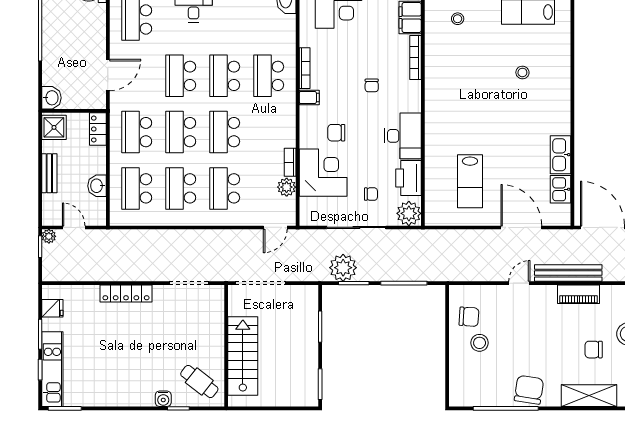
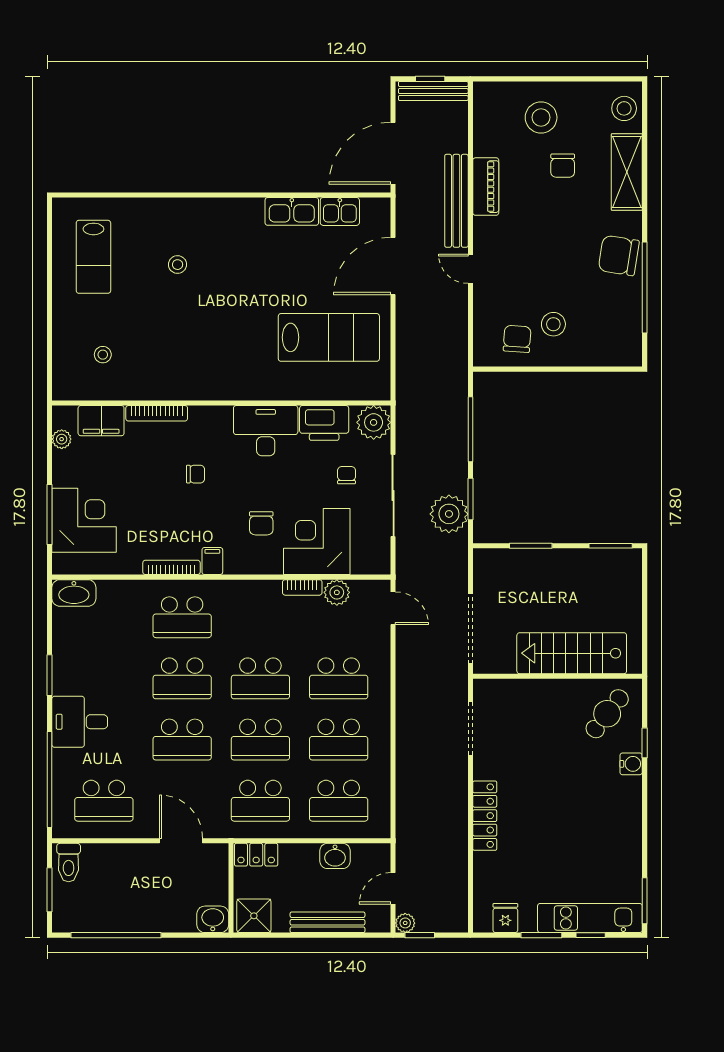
bench: (49, 173) -> (328, 922), width x1.36
lab bench: (470, 181) -> (329, 337), width x1.36, depth x1.39

